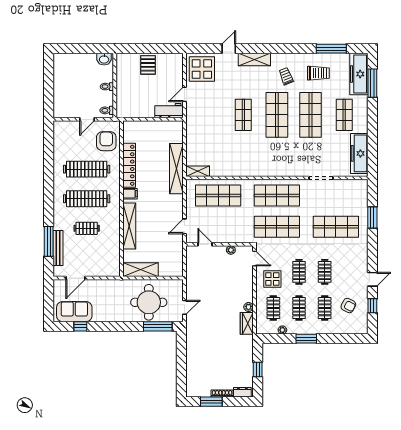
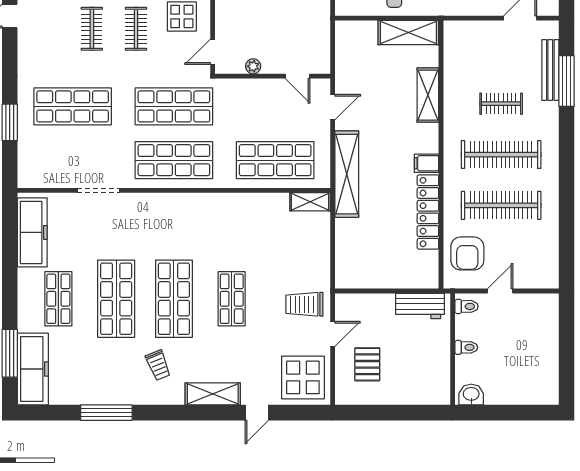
window: (331, 49) -> (106, 413), moved
pallet: (148, 65) -> (367, 364), moved
trolley: (318, 73) -> (304, 304), moved
workbench: (169, 111) -> (420, 306), moved
shelving: (176, 169) -> (347, 174), moved
shelving: (129, 226) -> (428, 95), width x0.68
door: (254, 259) -> (213, 52), hinge flipped

